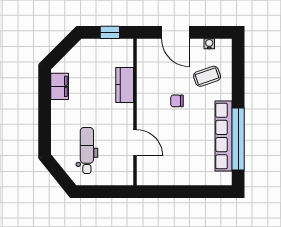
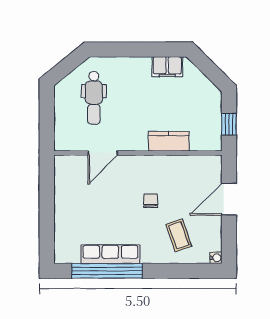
water cooler: (209, 44) -> (216, 258), moved
row of seats: (224, 136) -> (110, 254), width x0.73
dental chair: (87, 150) -> (94, 98), turned 90

